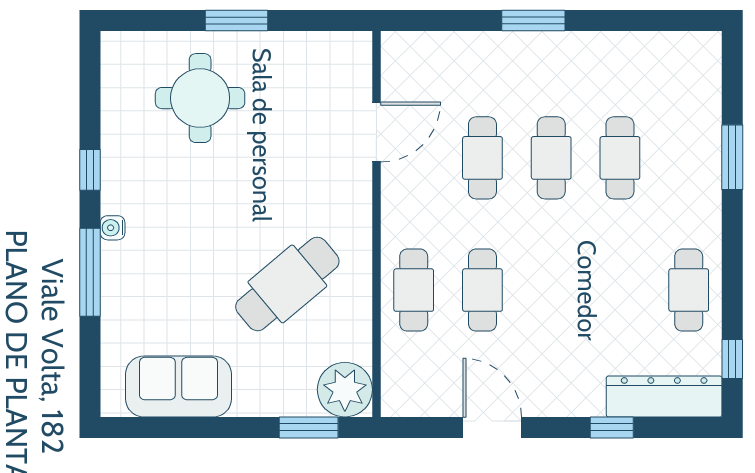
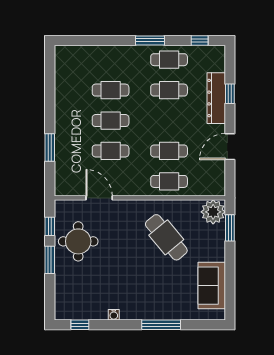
window: (312, 21) -> (50, 226), added
window: (533, 21) -> (50, 147), moved
round table: (200, 98) -> (78, 241), moved
window: (732, 157) -> (150, 40), moved
window: (90, 170) -> (80, 325), moved
water cooler: (113, 228) -> (114, 315), moved
cafe table: (620, 290) -> (169, 90), added
dresser: (664, 396) -> (216, 98), moved

